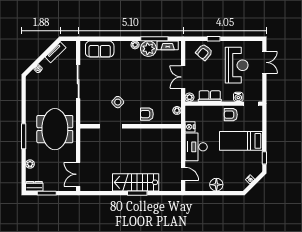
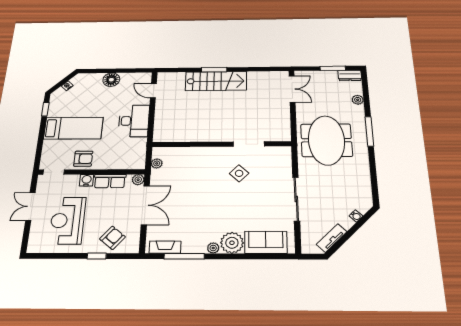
plant: (148, 49) -> (232, 243), moved
double door: (264, 62) -> (30, 206), moved
double door: (183, 77) -> (145, 205), width x1.37
water cooler: (238, 97) -> (87, 180), moved
armchair: (147, 114) -> (199, 159), removed
nightstand: (190, 127) -> (140, 144), removed

